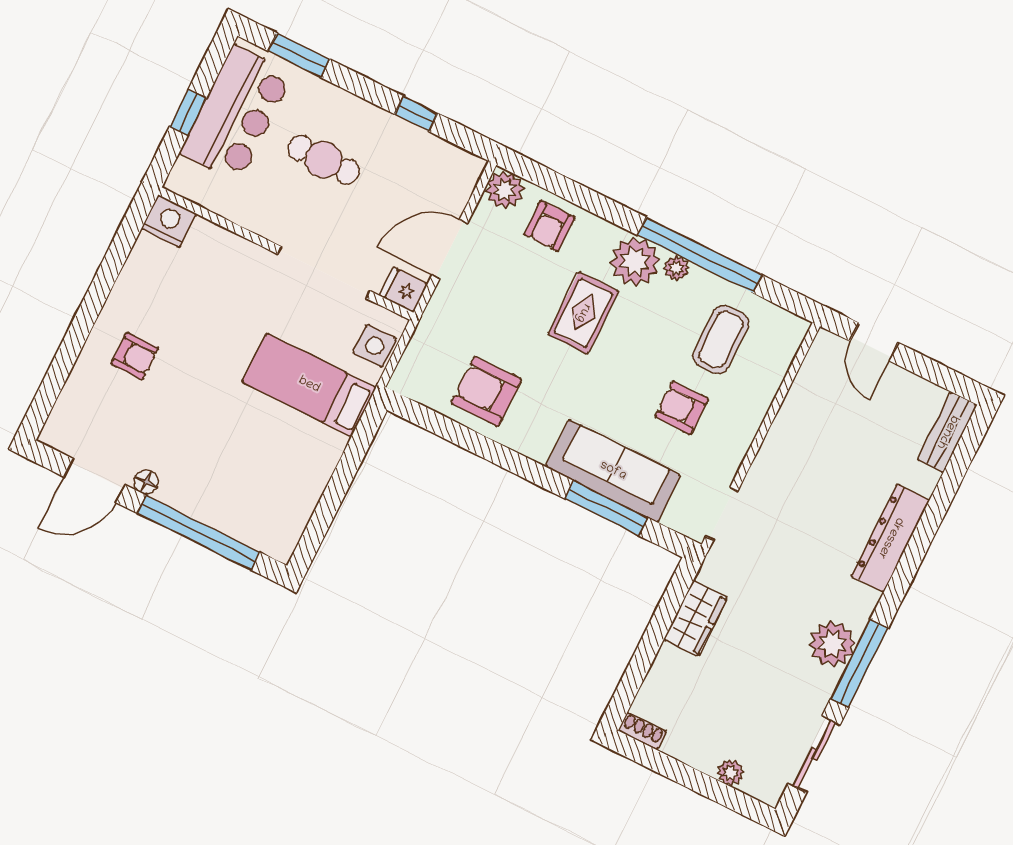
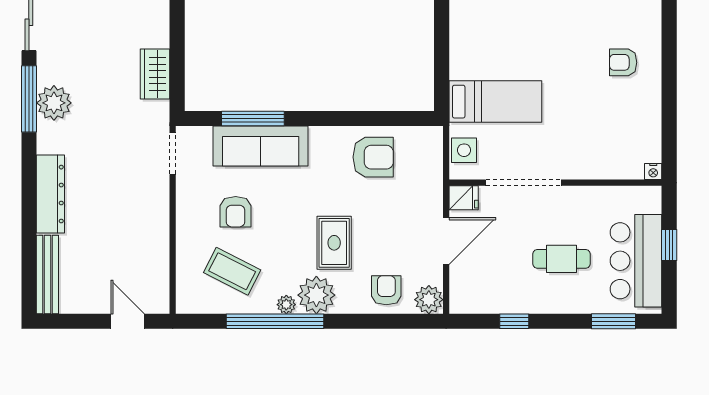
nightstand: (169, 221) -> (653, 172), width x0.53, depth x0.56
coffee table: (721, 339) -> (232, 271), turned -63
armchair: (682, 408) -> (236, 212), turned 90
bench: (947, 432) -> (47, 274), width x1.36

